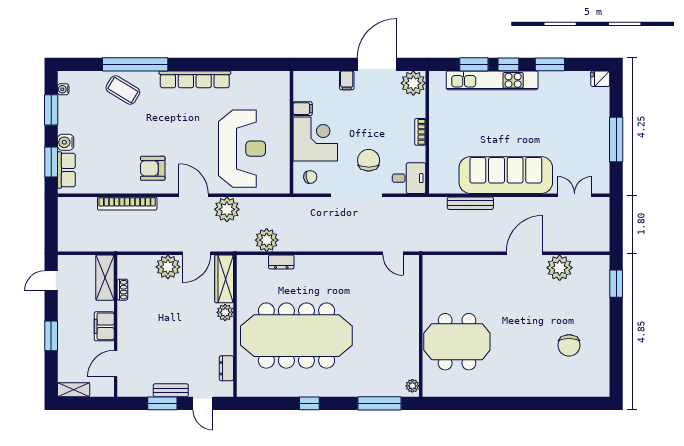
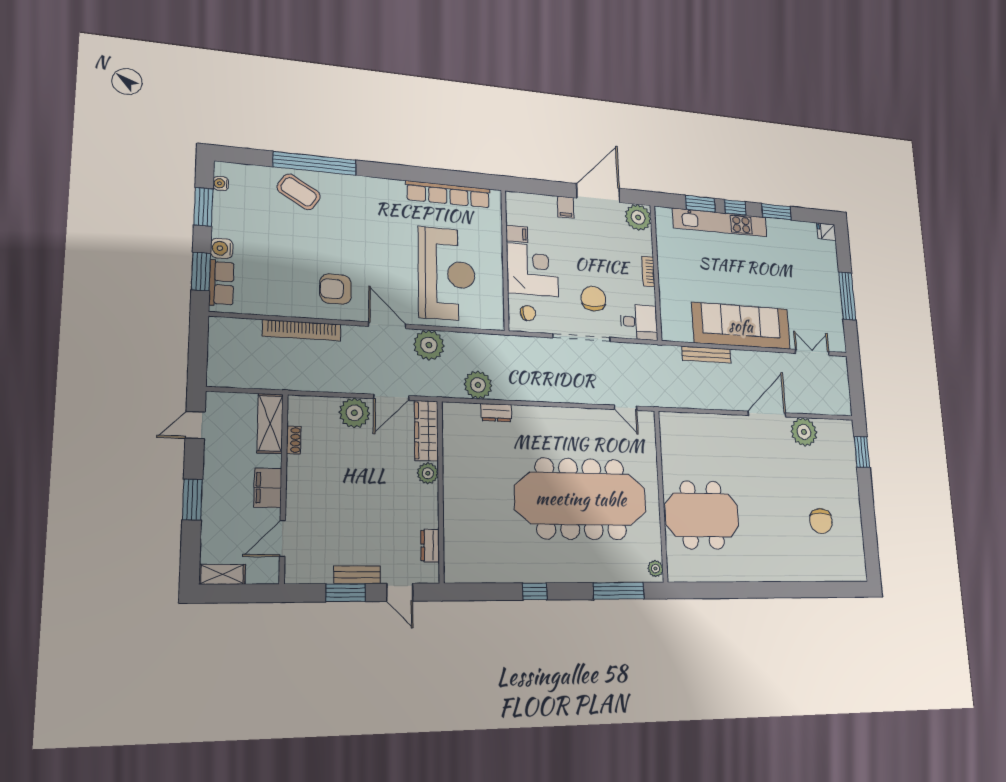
row of seats: (195, 79) -> (448, 194), moved
meeting table: (296, 336) -> (581, 499), moved

